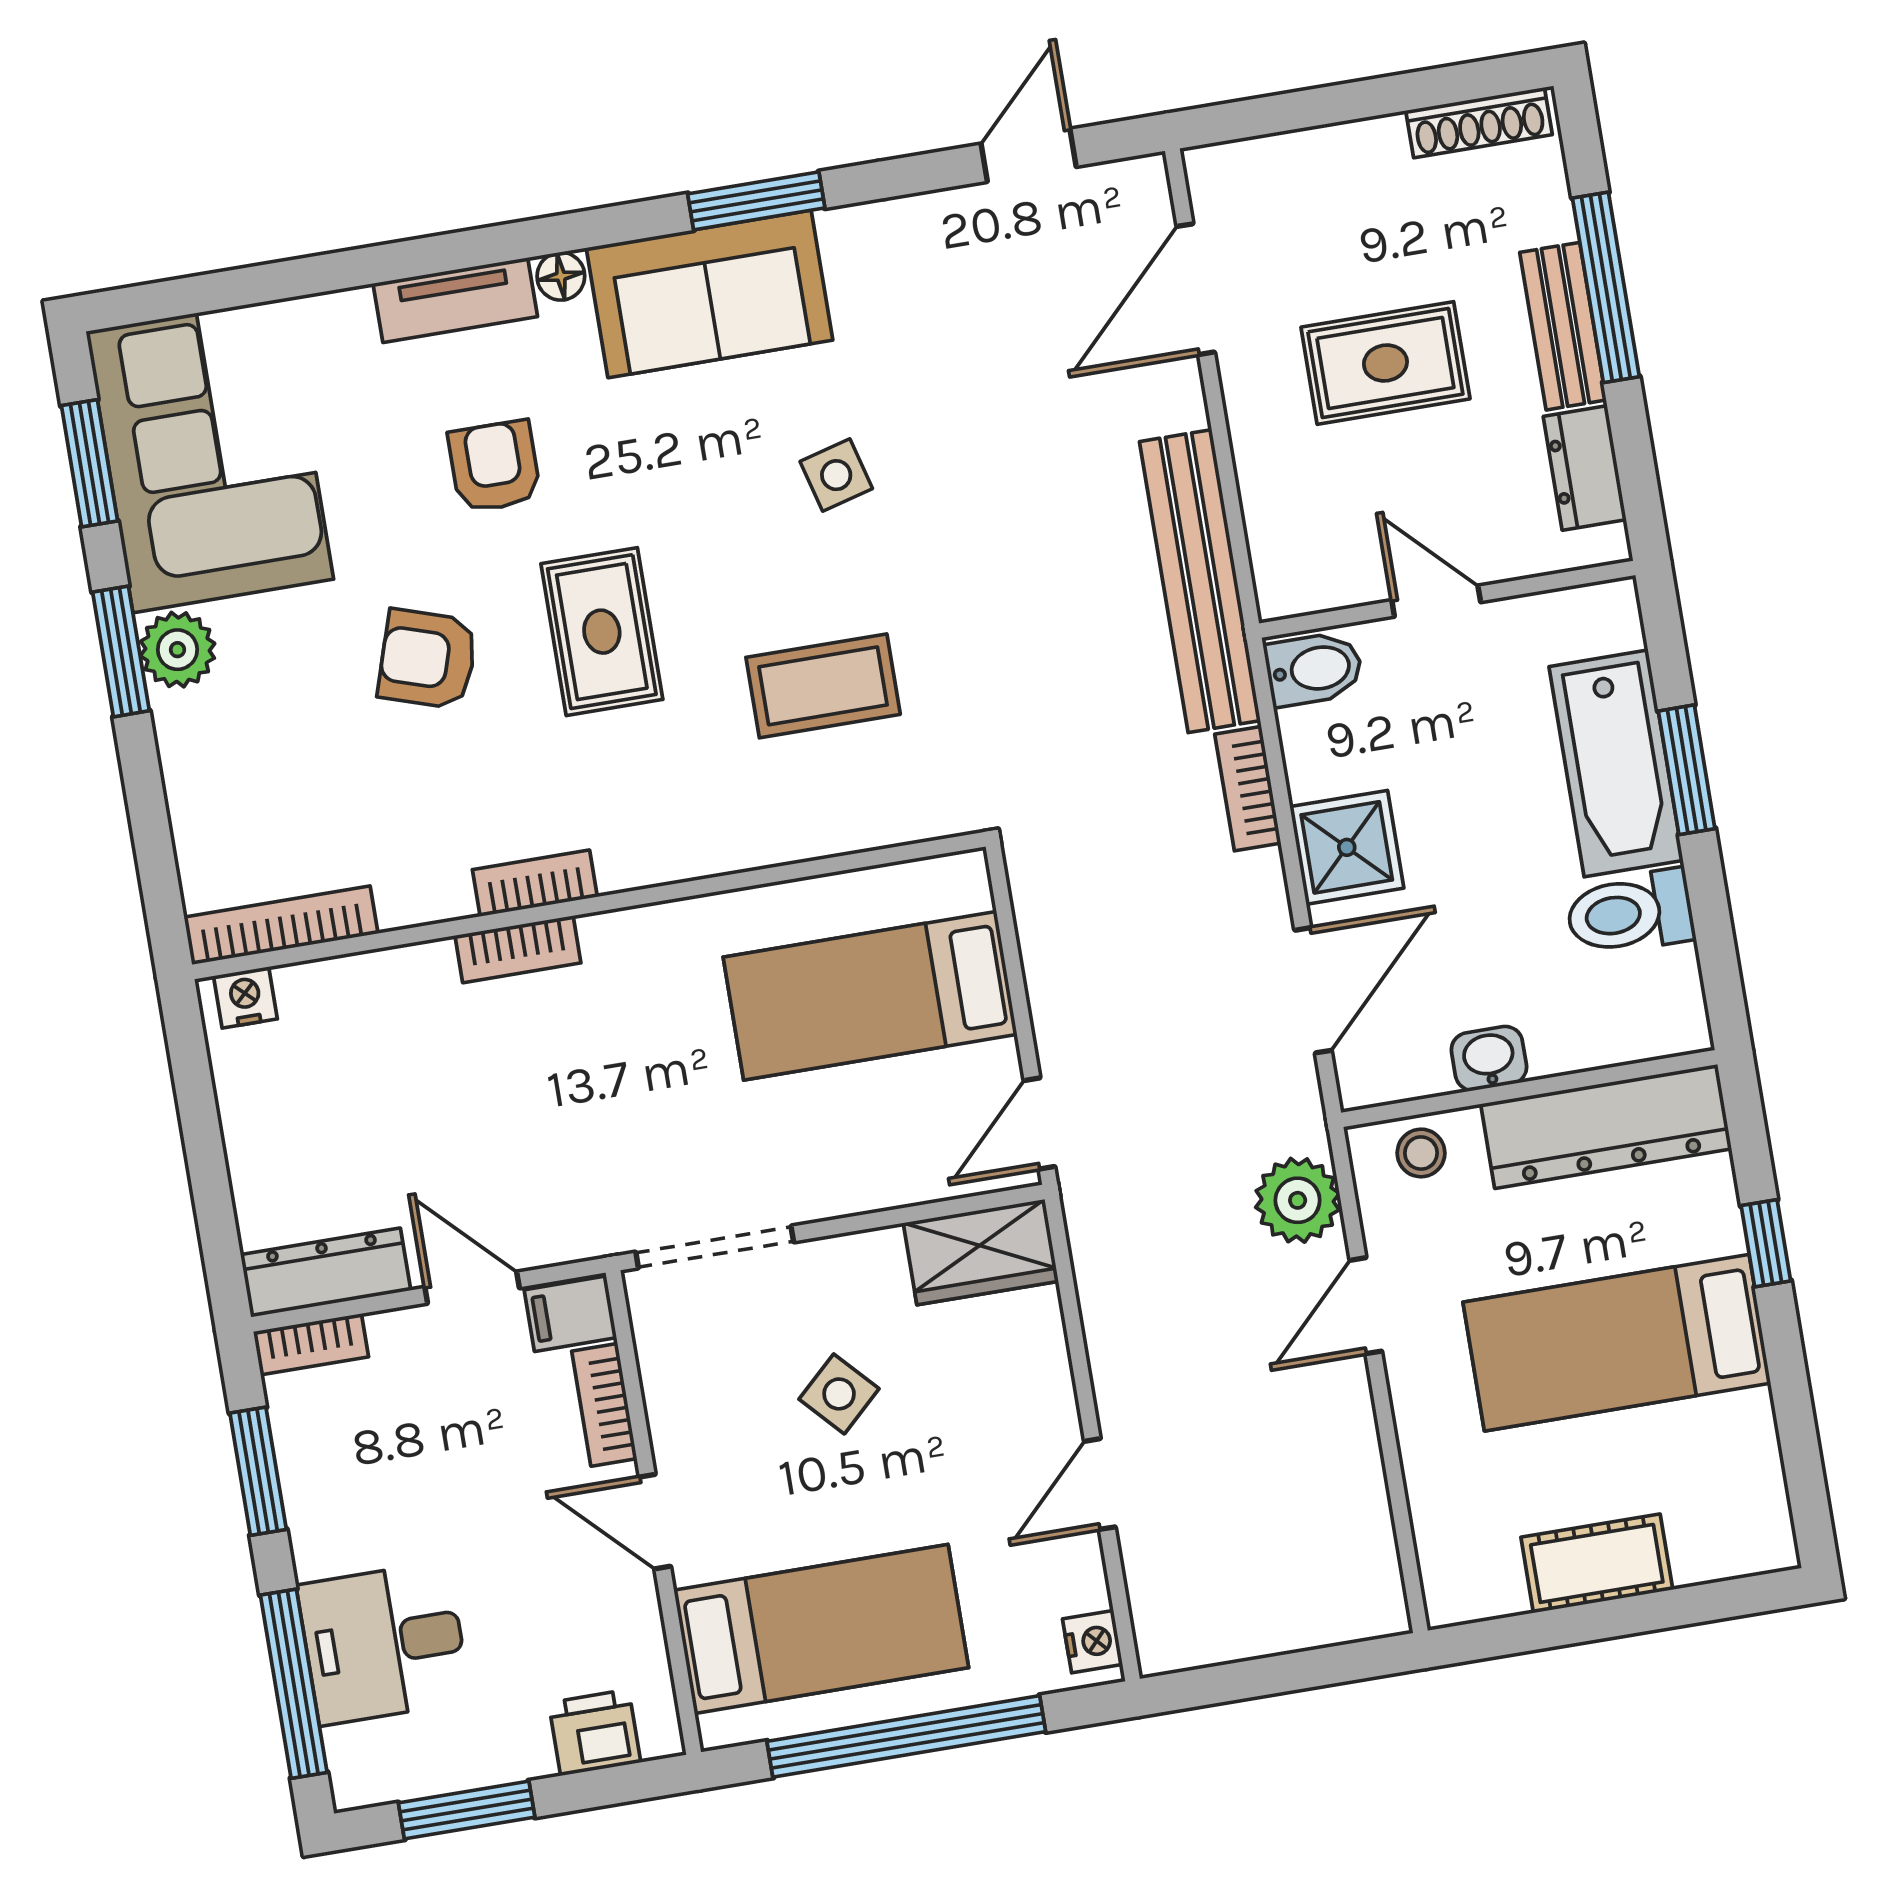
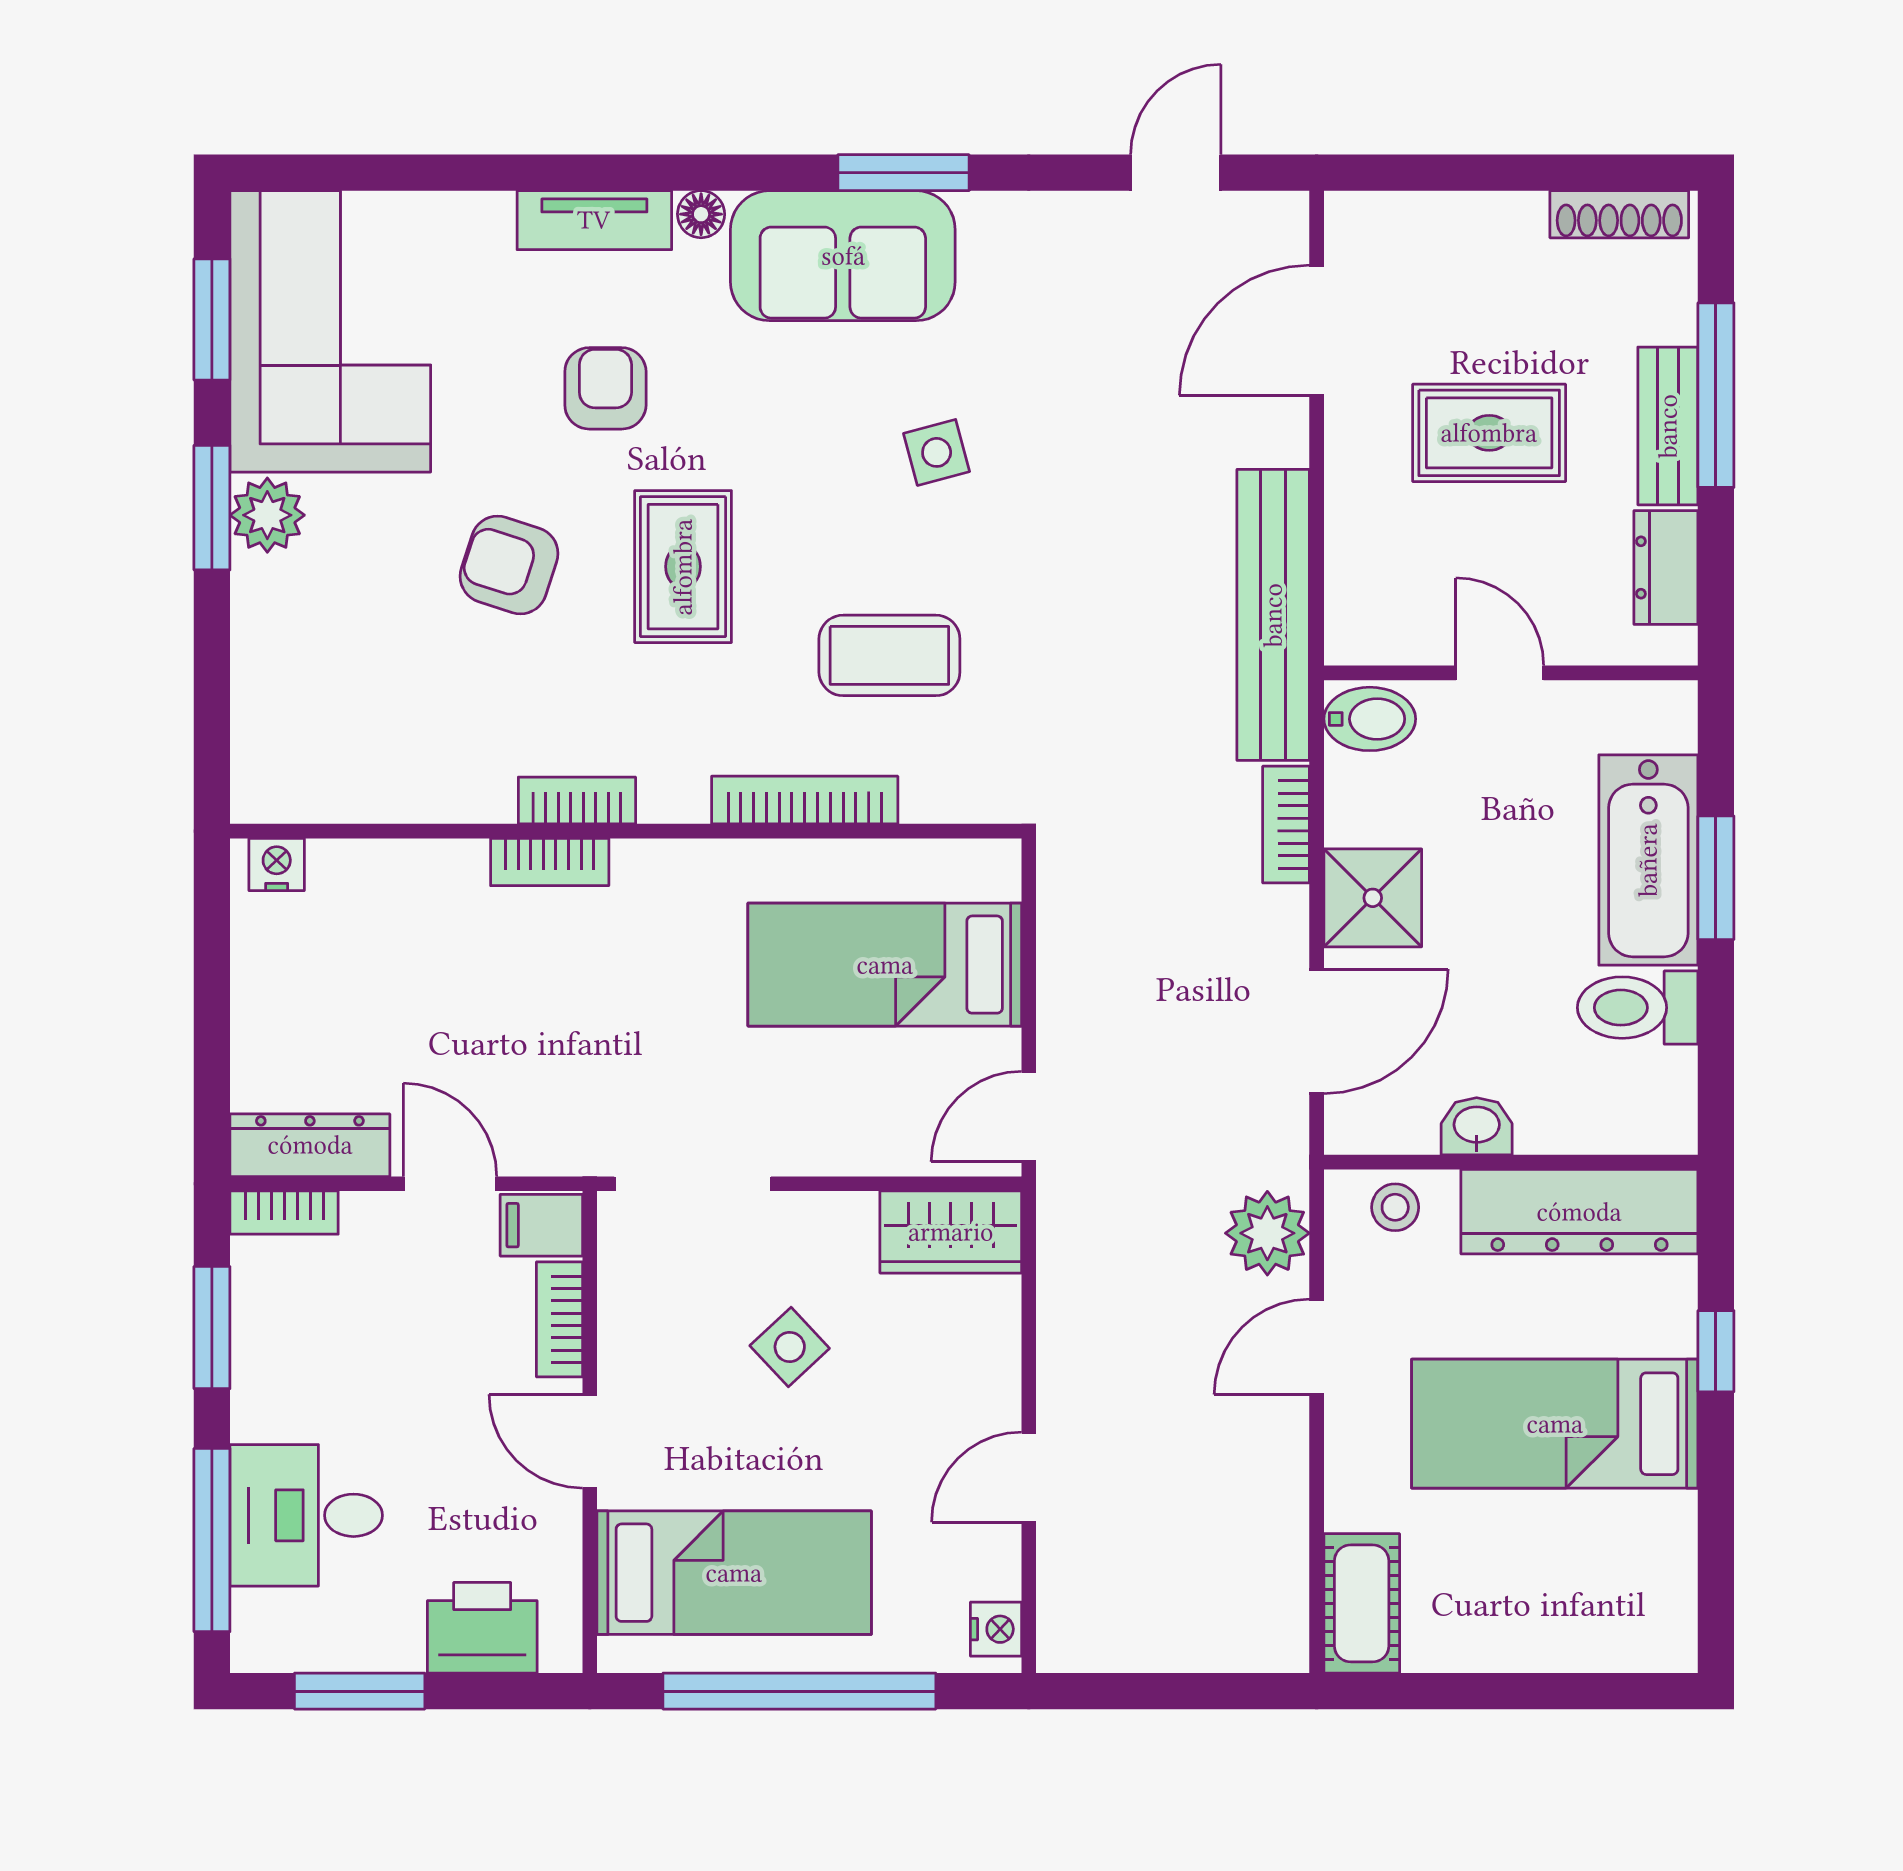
bookcase: (281, 925) -> (805, 800), moved
cot: (1597, 1563) -> (1362, 1603), moved, turned 90
printer: (595, 1733) -> (482, 1628), width x1.36, depth x1.24

